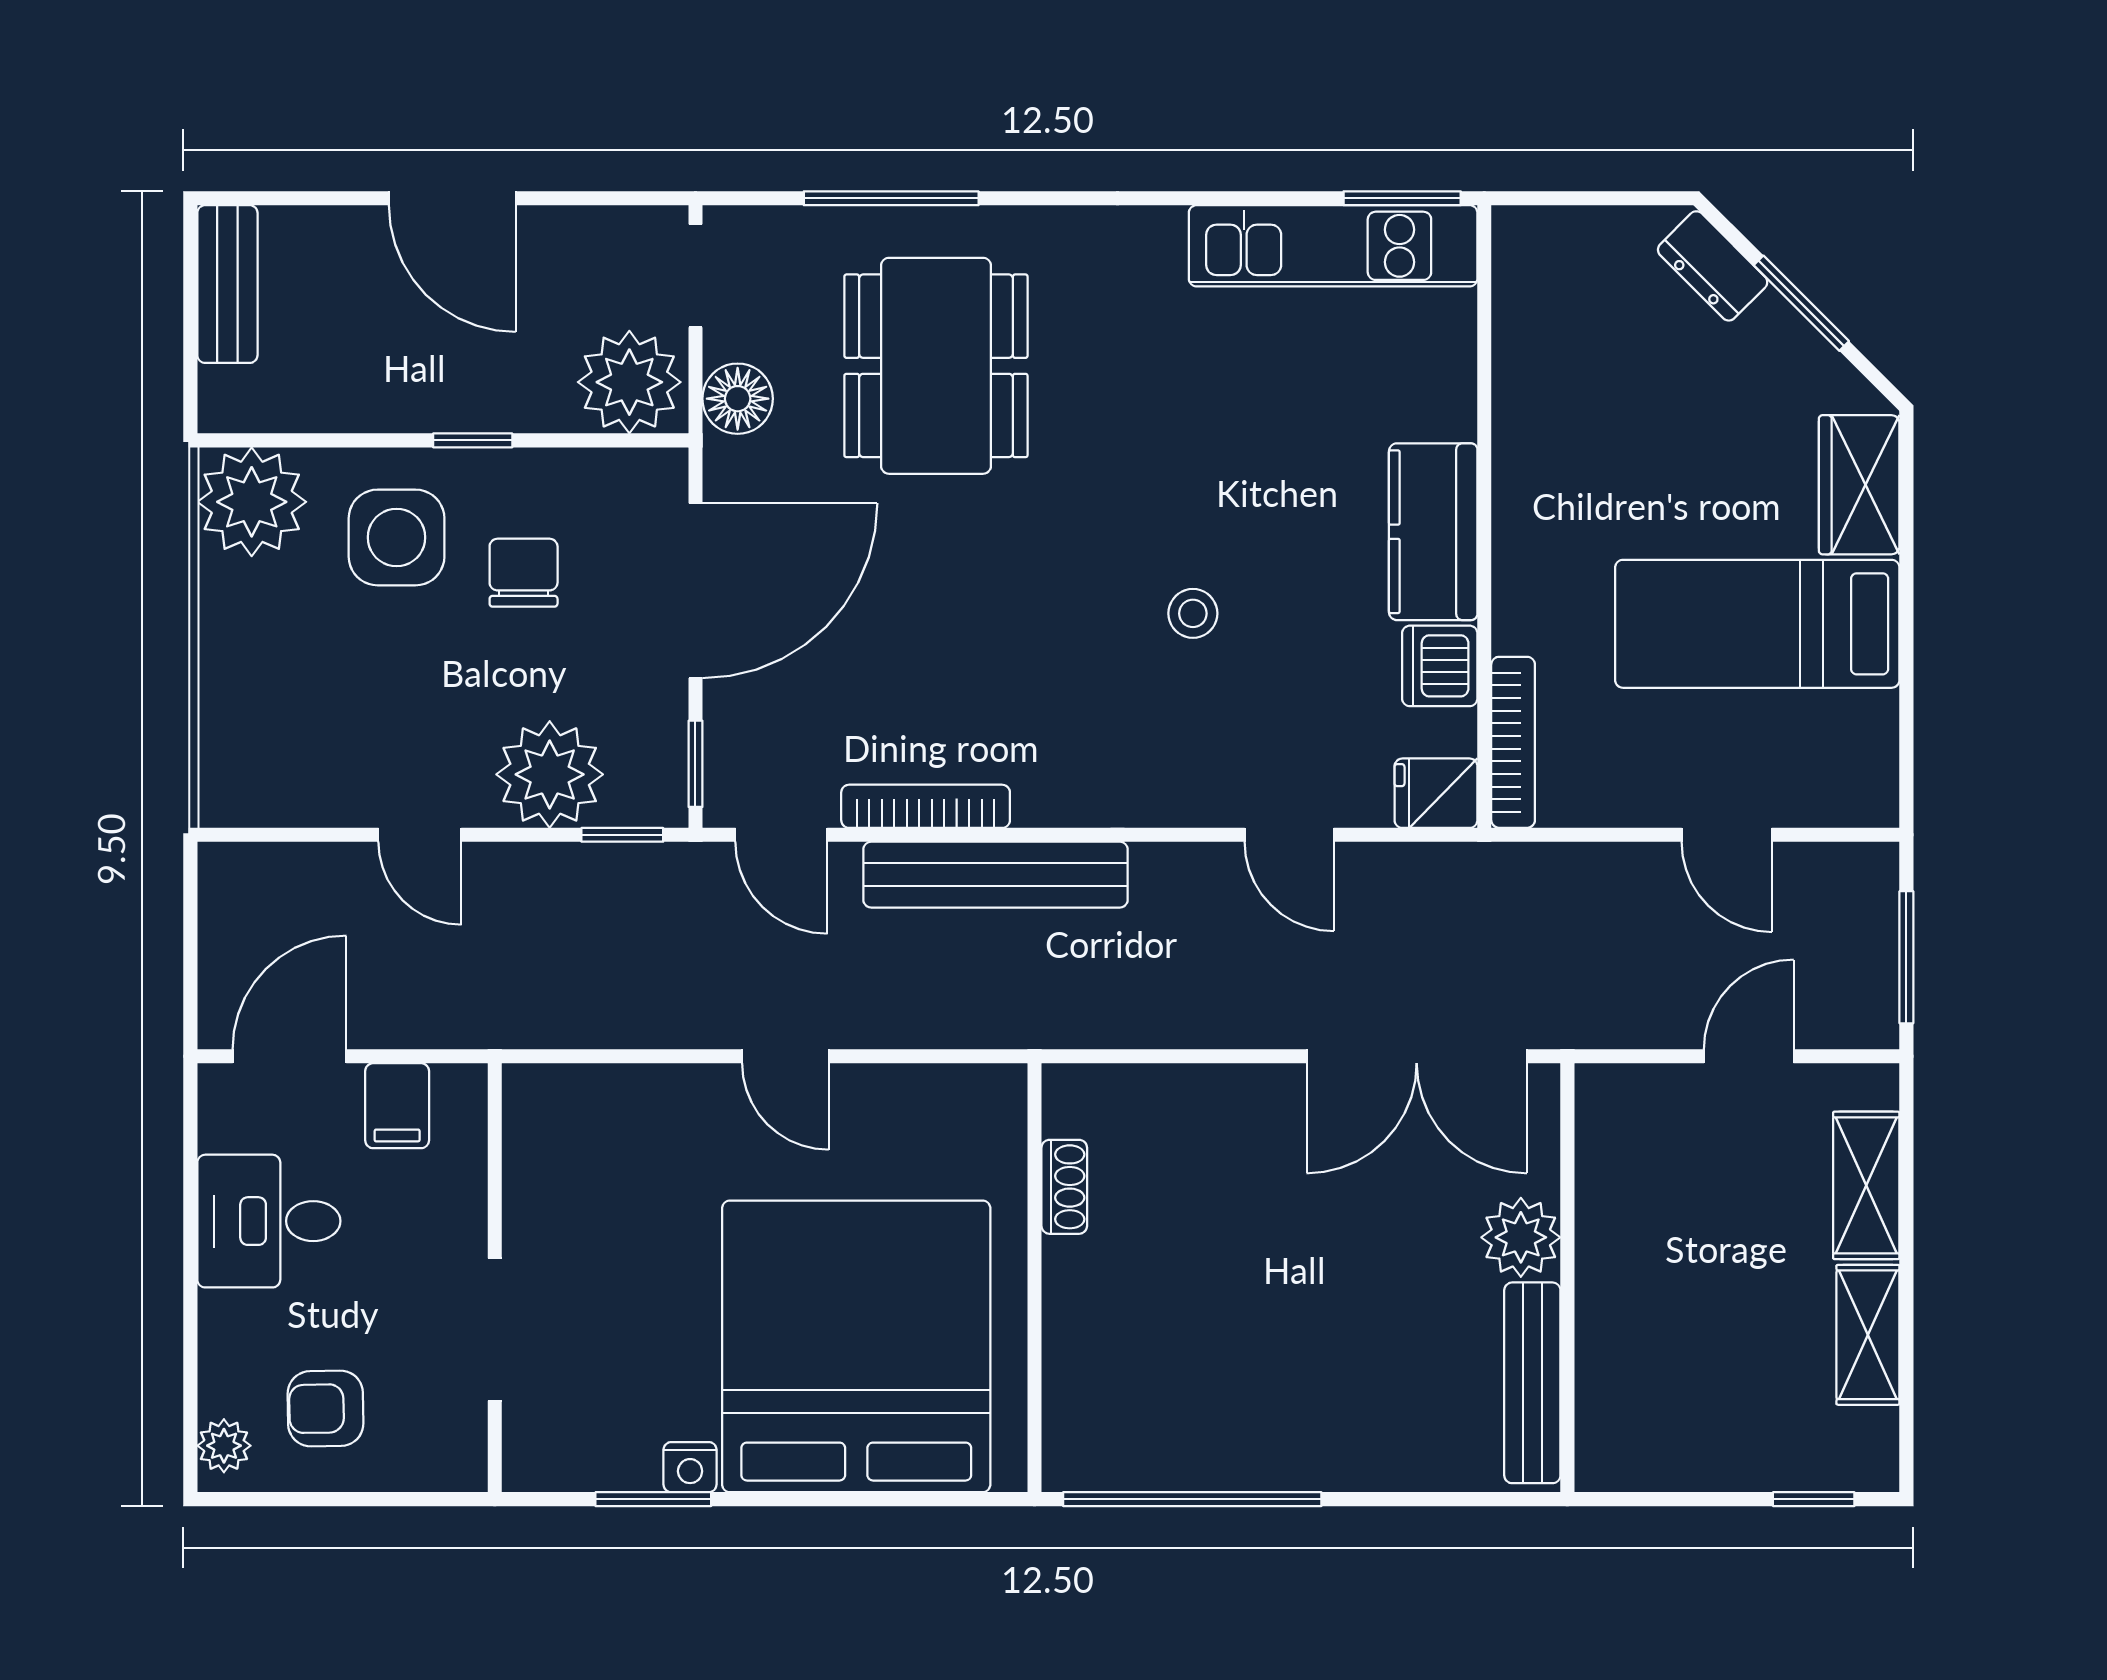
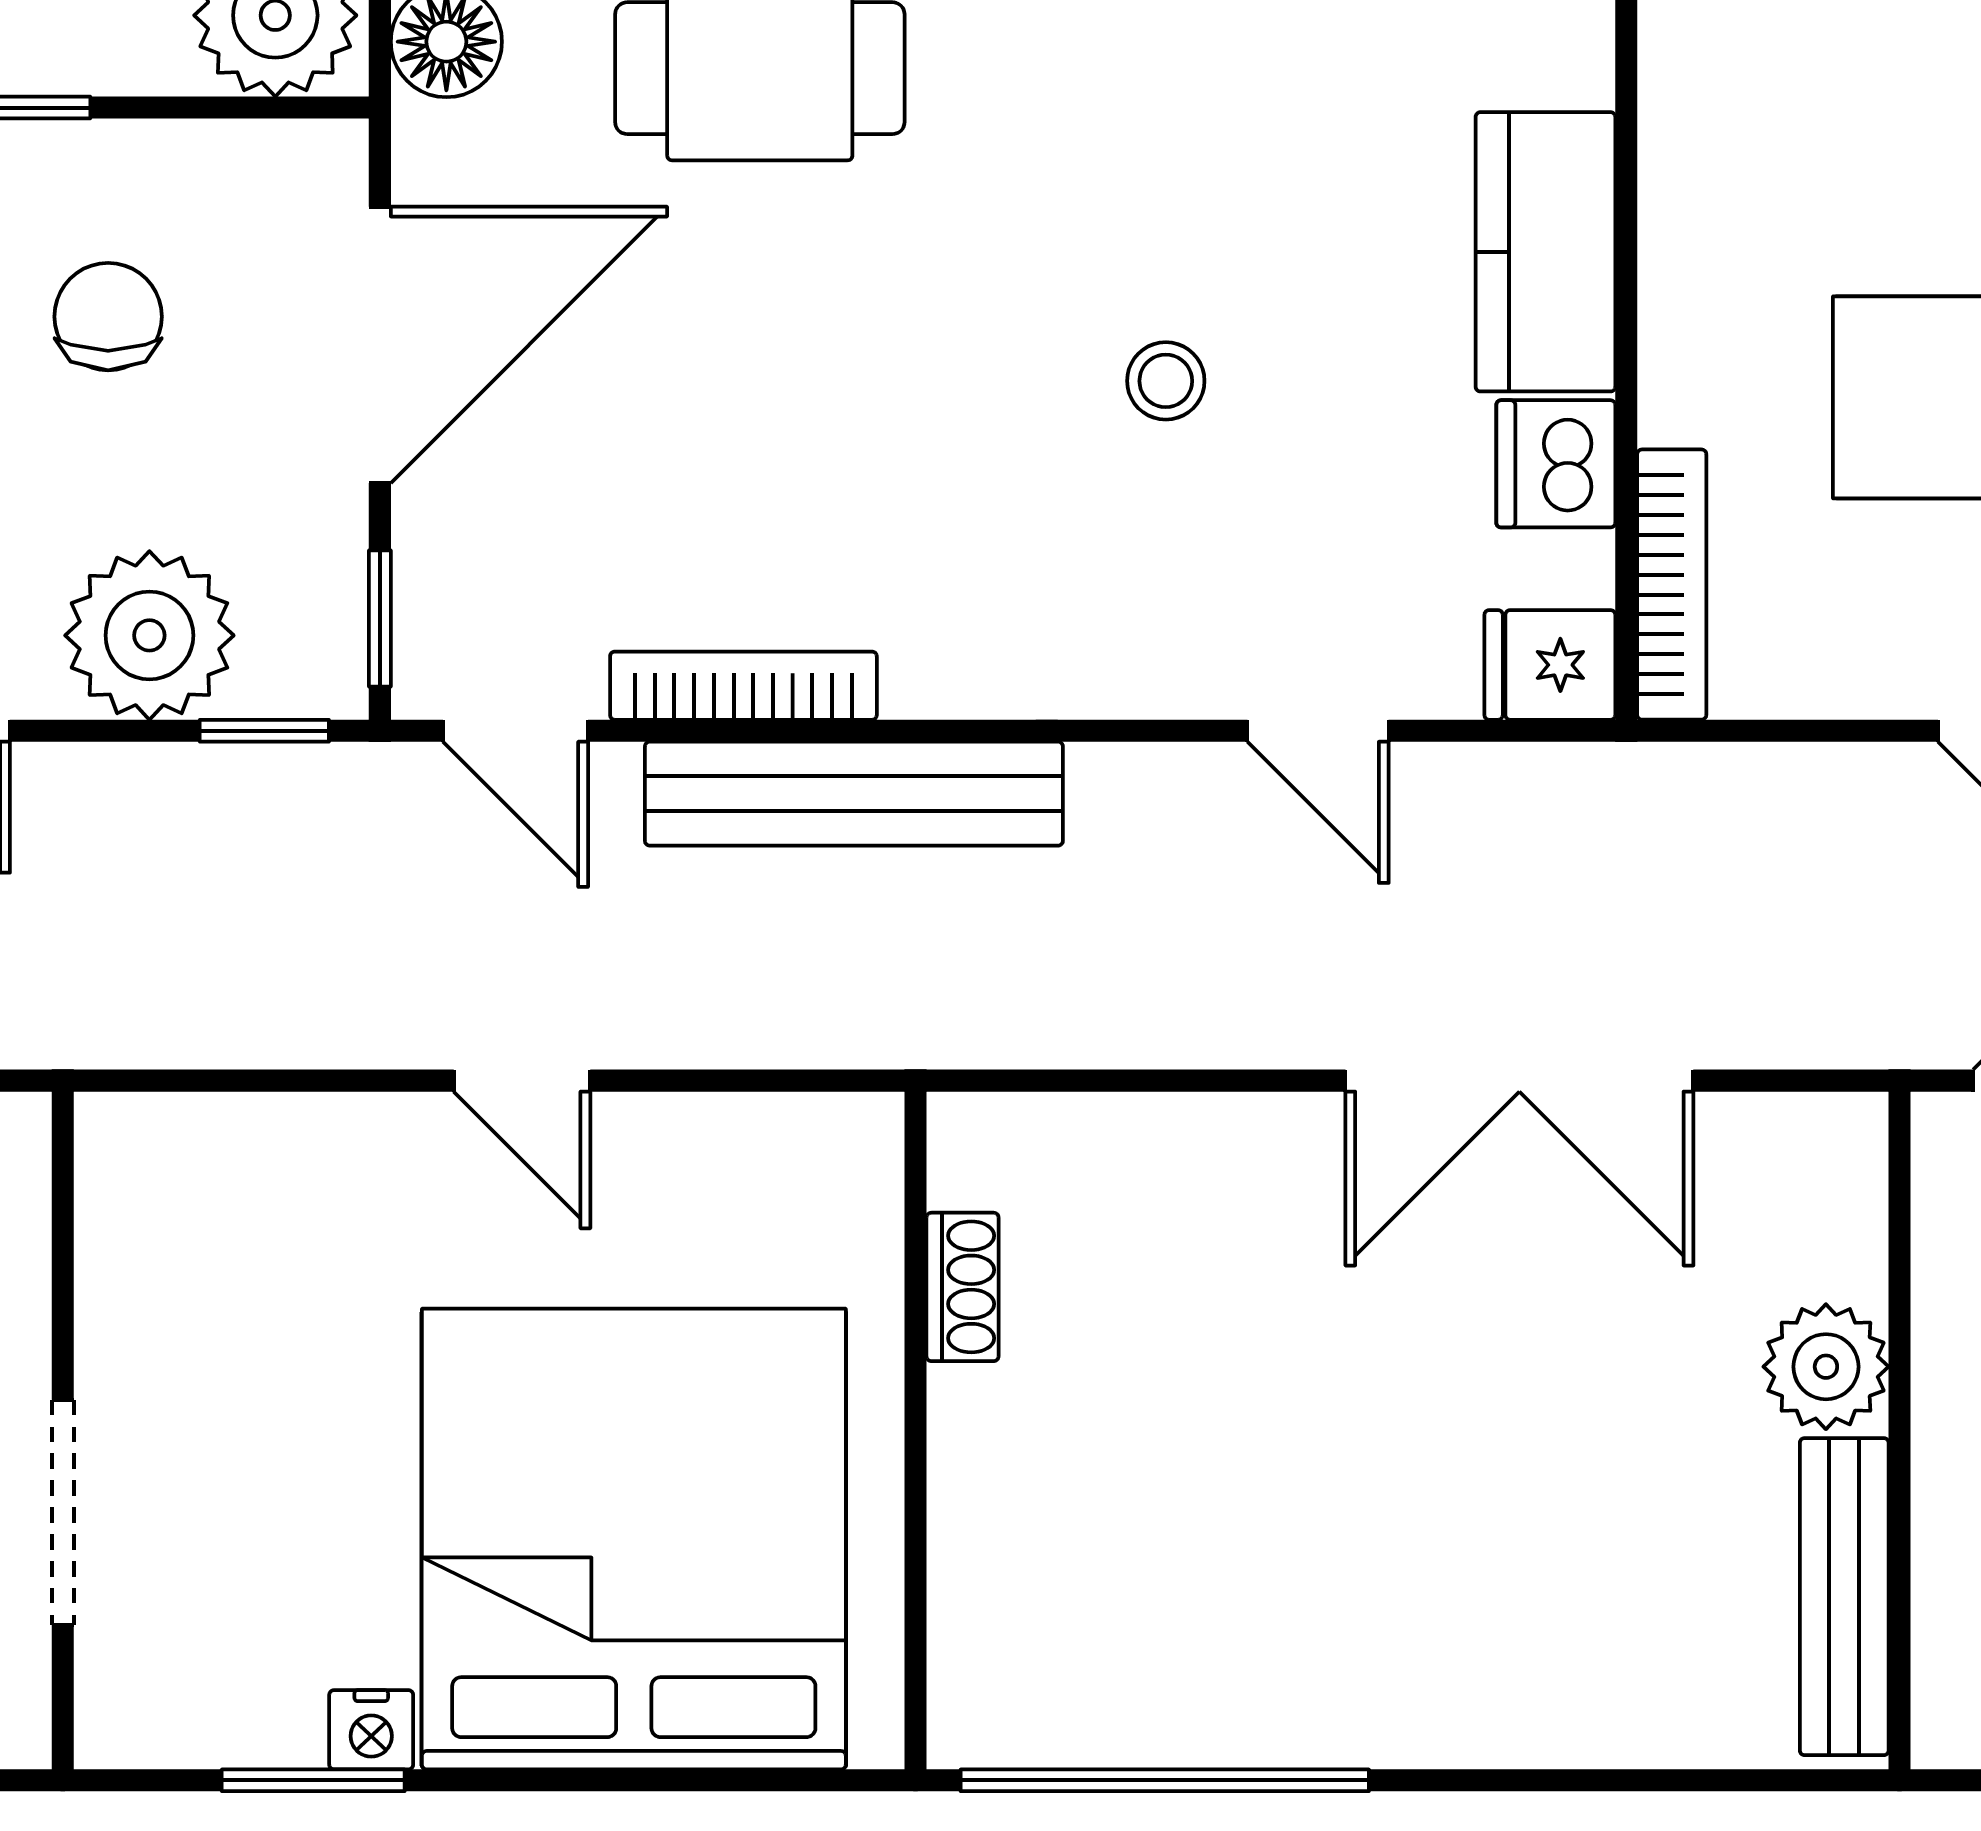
plant: (1521, 1237) -> (1826, 1367), moved
wall: (1567, 1278) -> (1900, 1430), moved
bench: (1532, 1383) -> (1844, 1597), moved

